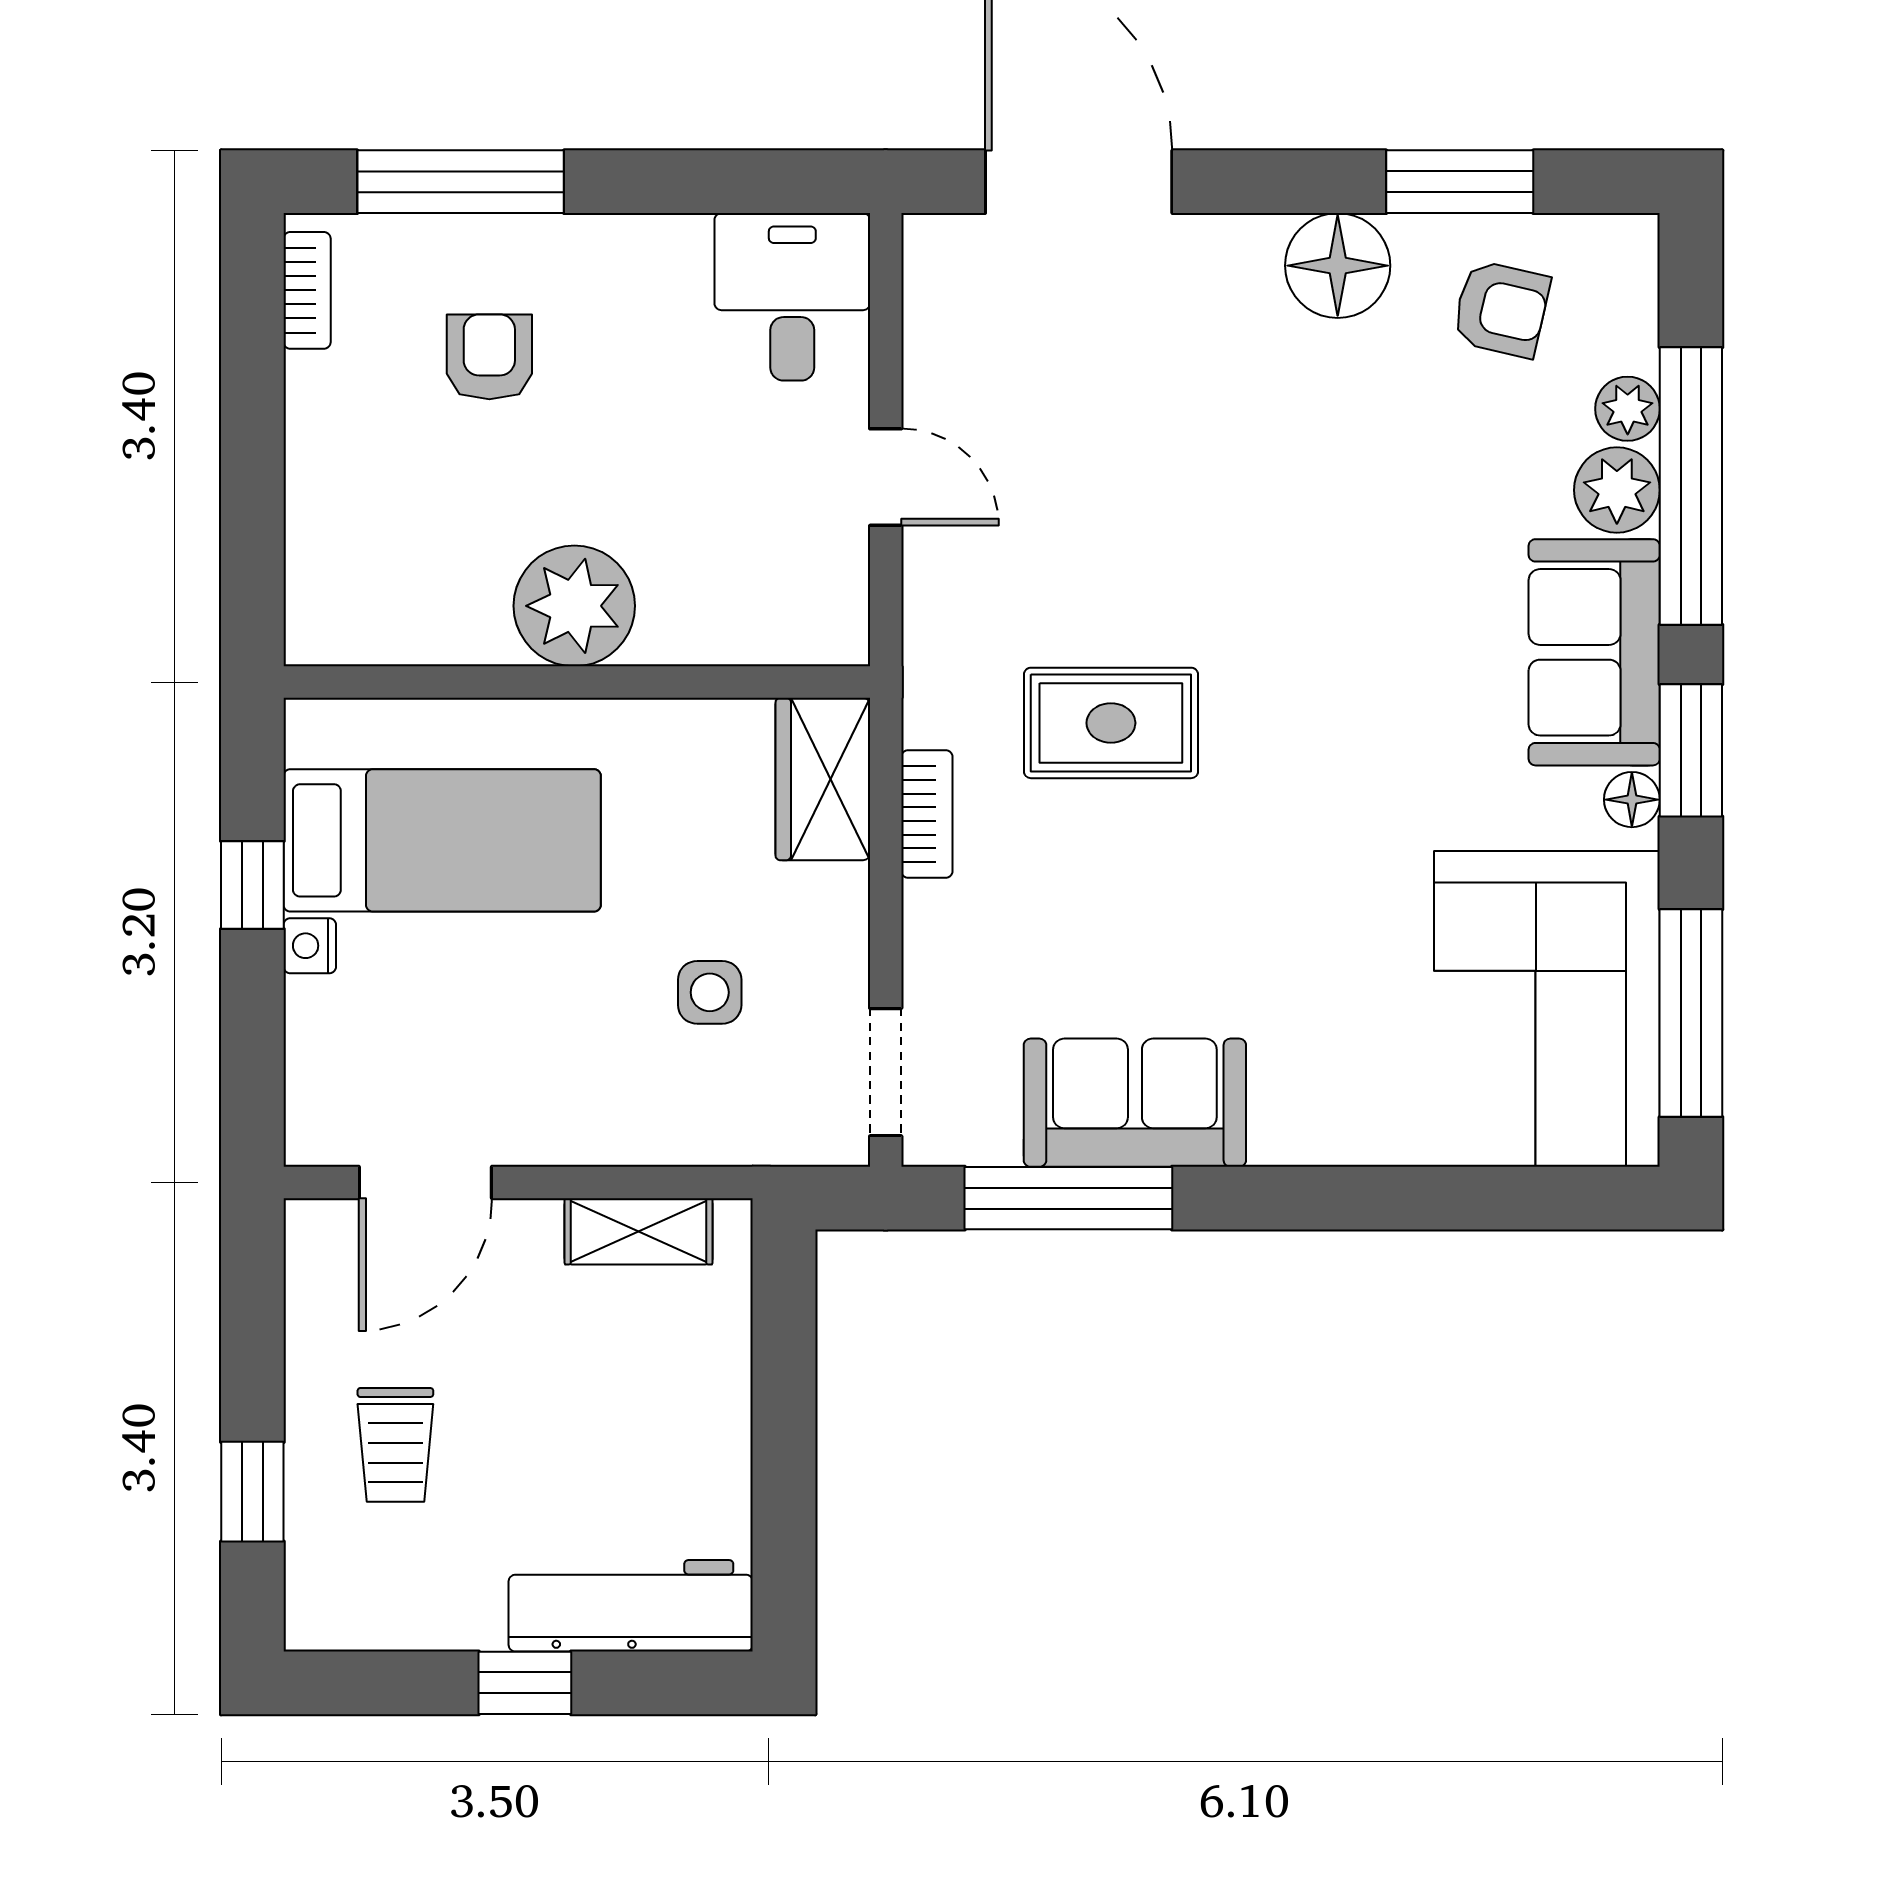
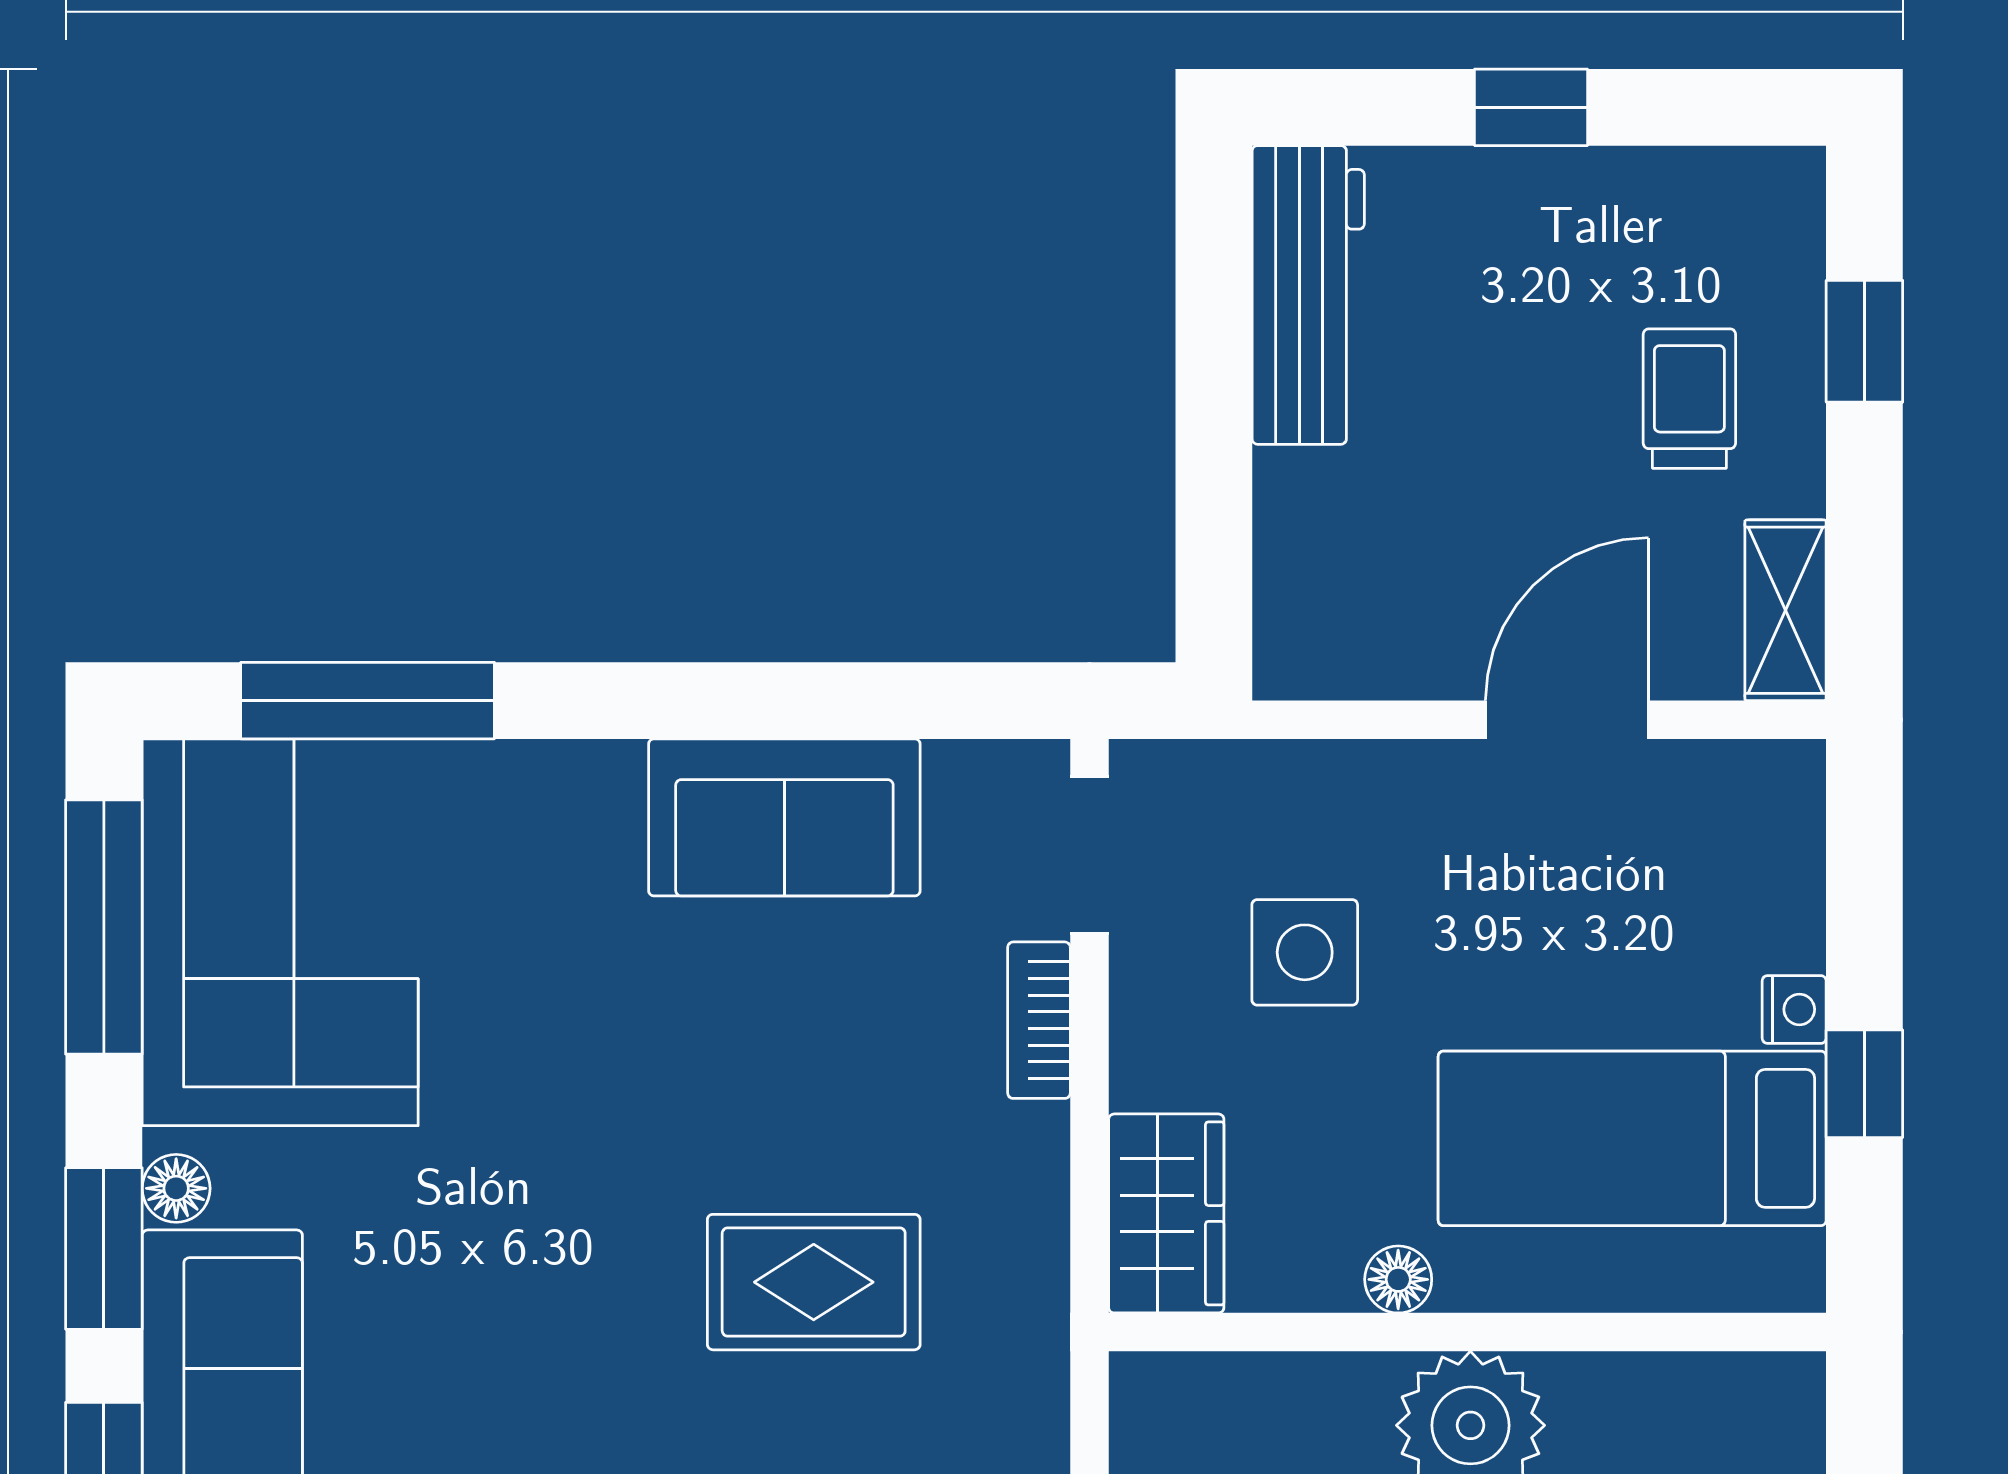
floor lamp: (633, 725) -> (1398, 1279), added
bookcase: (927, 814) -> (1039, 1020), moved
side table: (710, 992) -> (1305, 952), width x1.37, depth x1.37
door: (425, 1182) -> (1567, 720), moved
window: (1068, 1198) -> (368, 701), moved
shelving: (639, 1231) -> (1786, 610), moved, turned 90
workbench: (631, 1606) -> (1308, 295), moved, turned -90

